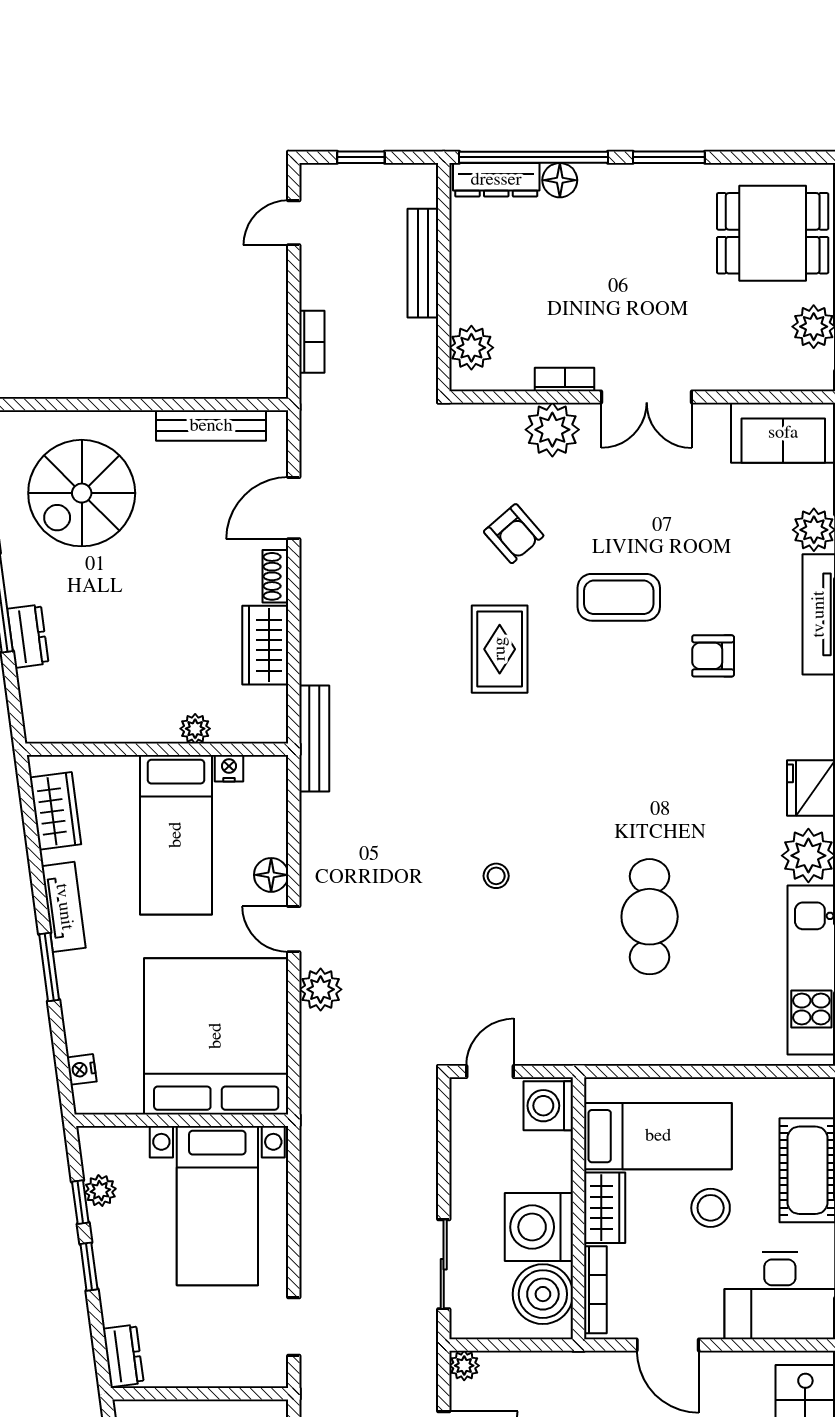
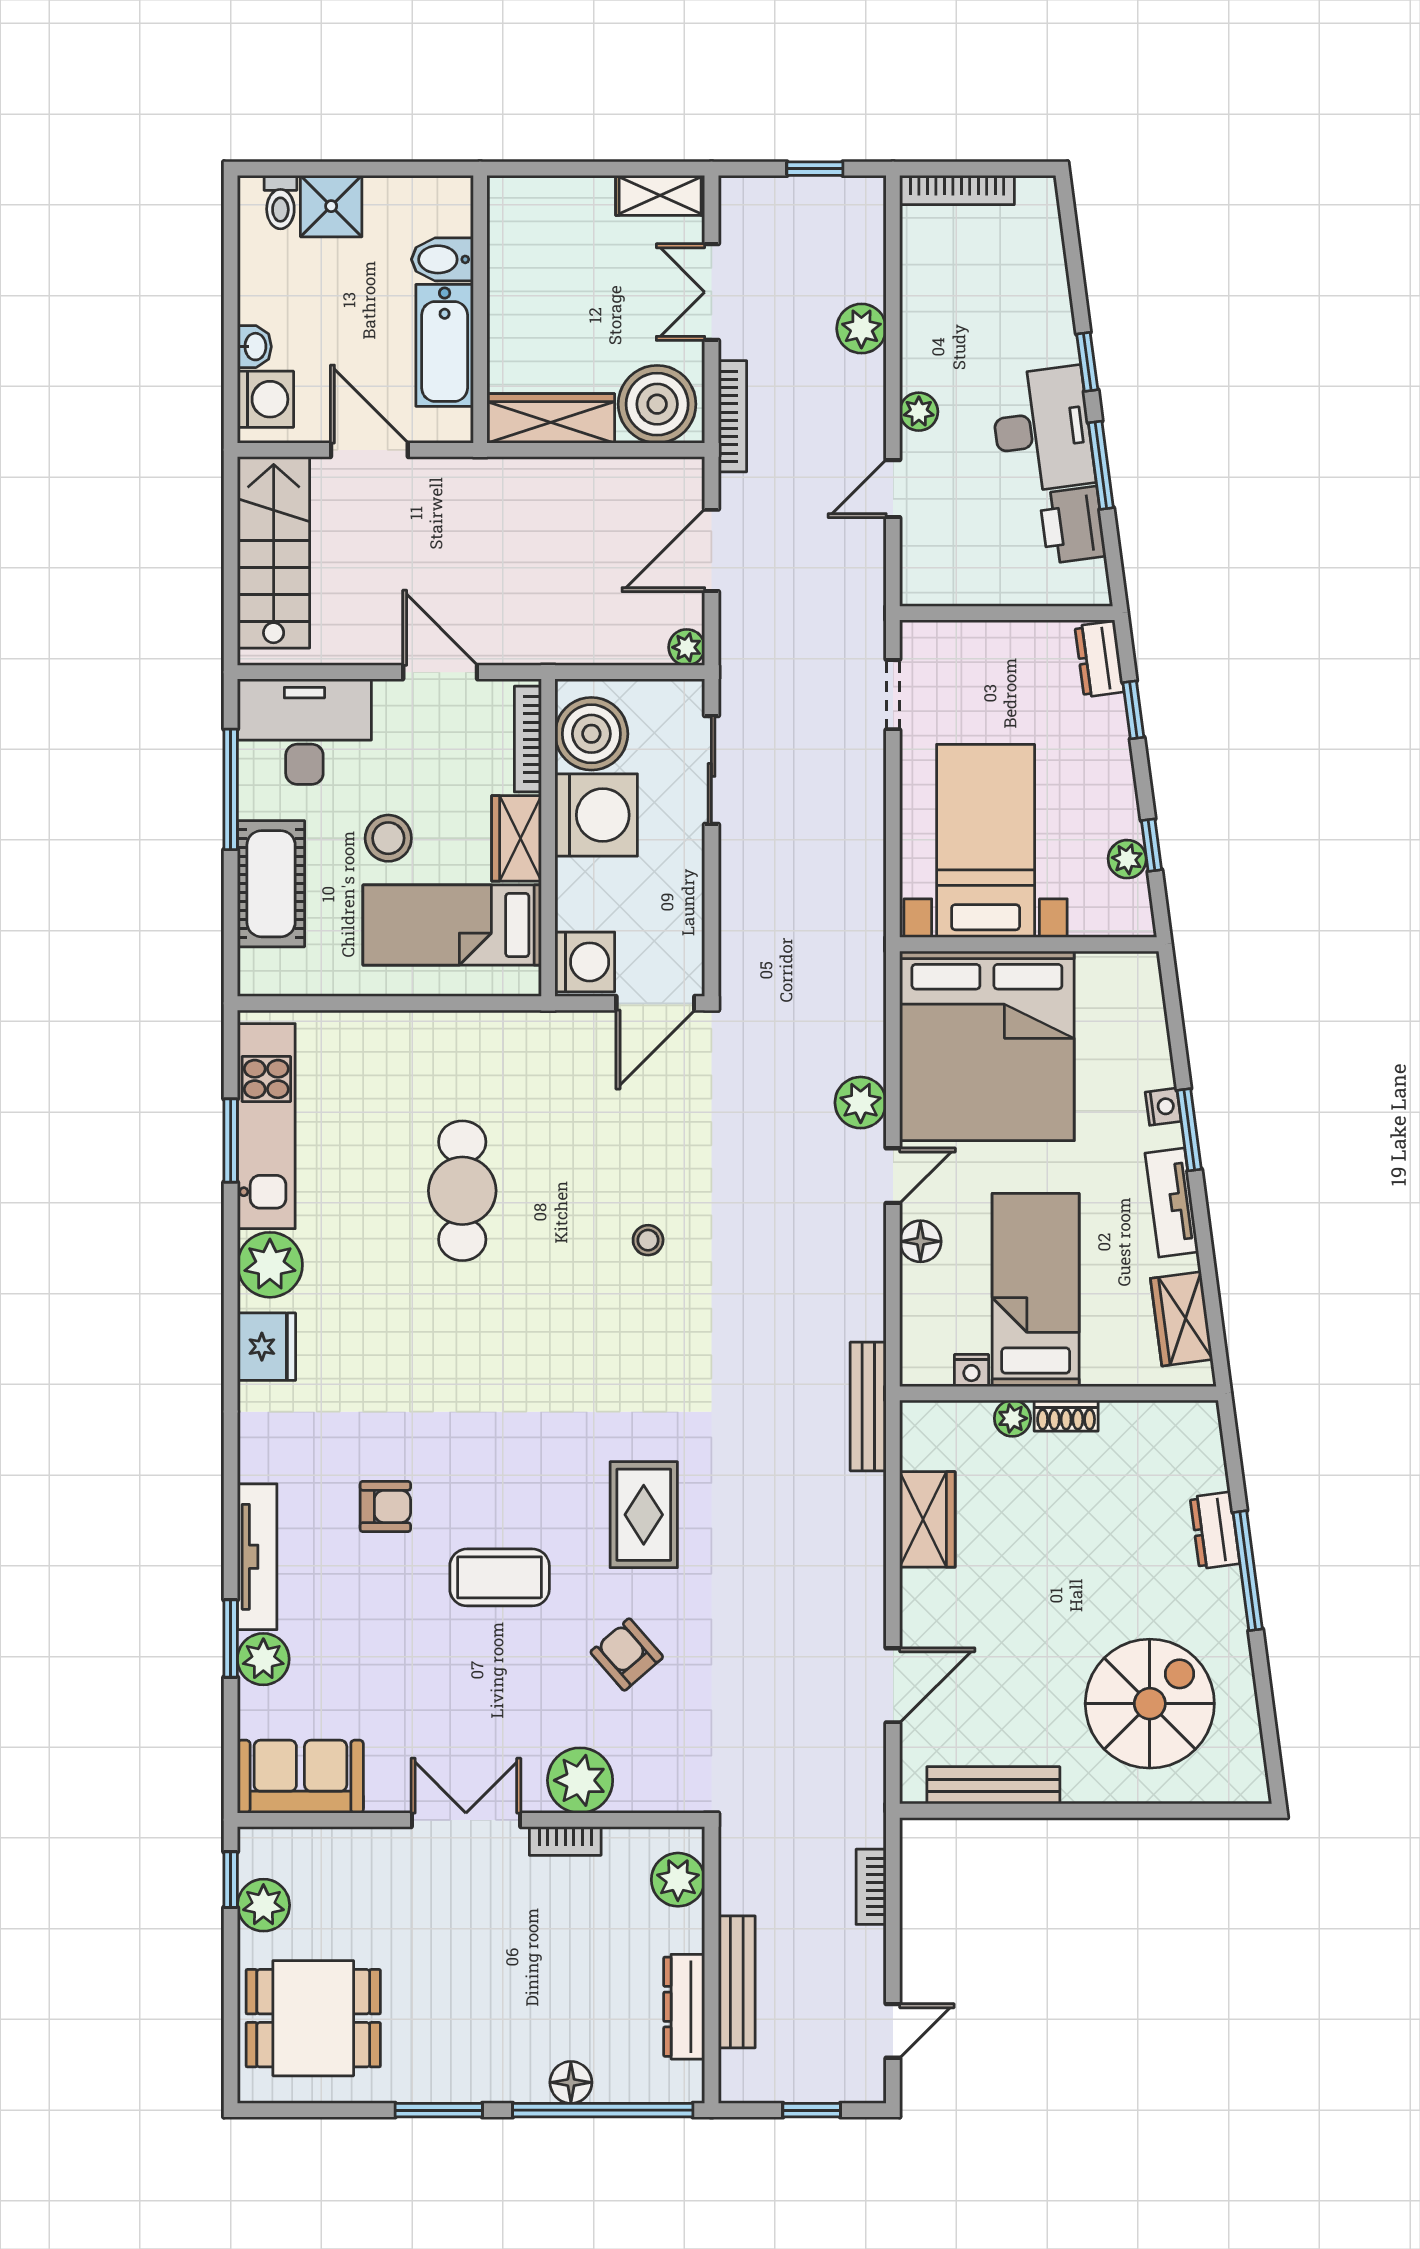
dresser: (496, 180) -> (684, 2007), moved, turned -90
shoe rack: (275, 576) -> (1066, 1416), moved, turned 90
door: (294, 929) -> (893, 1176), hinge flipped
nightstand: (82, 1069) -> (1163, 1107), moved
door: (490, 1072) -> (655, 1003), width x1.38
window: (89, 1267) -> (1133, 710), moved

